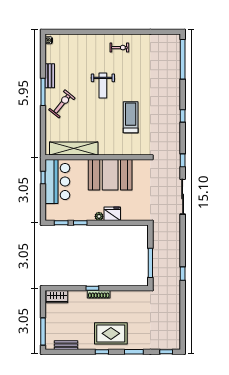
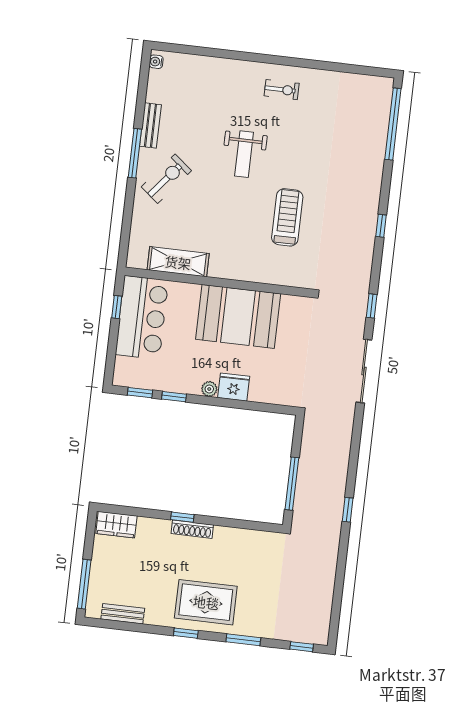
shelving: (74, 149) -> (178, 262), width x0.68

